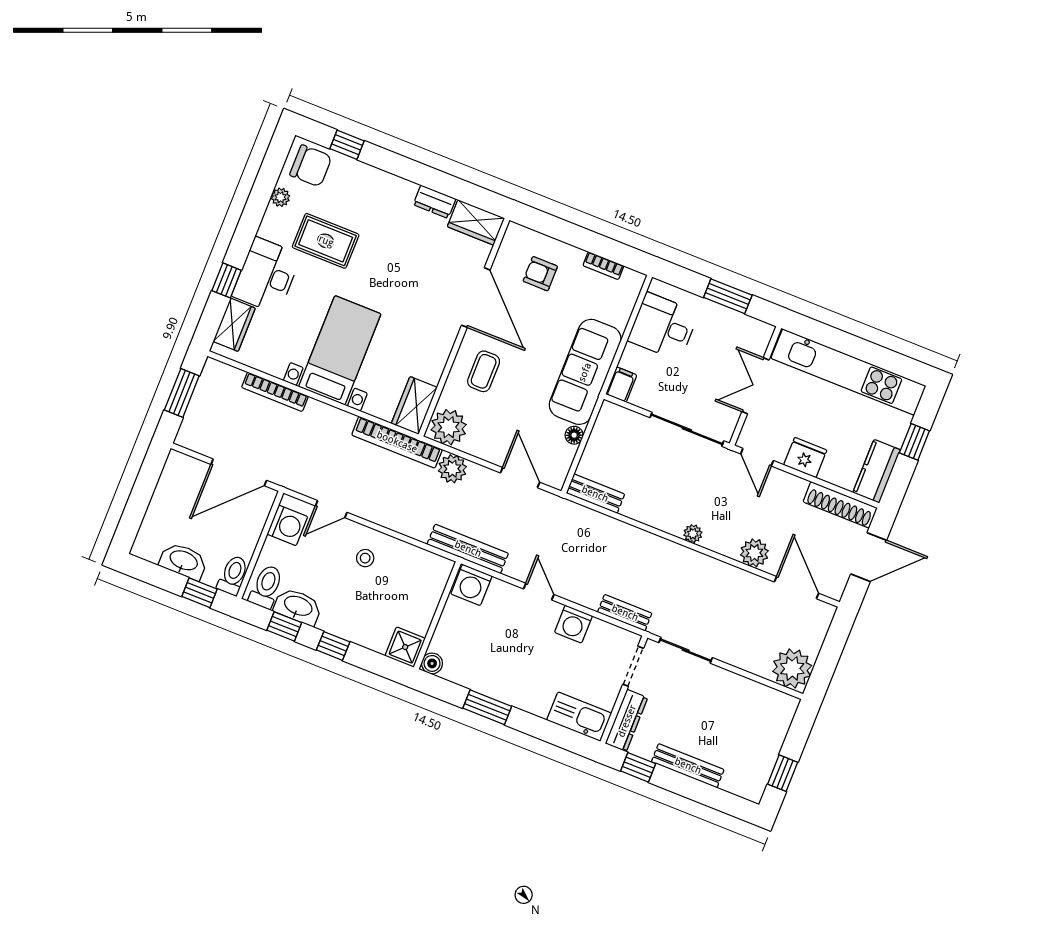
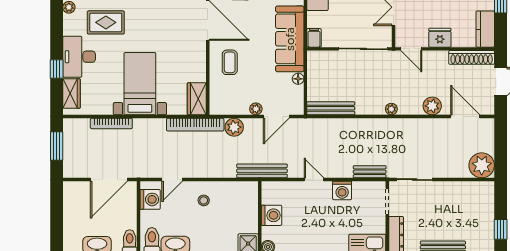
plant: (449, 427) -> (256, 109), moved, width x0.53, depth x0.53
door: (520, 478) -> (276, 117), swing flipped
bench: (595, 494) -> (331, 108), width x1.36
washing machine: (471, 585) -> (271, 215), moved, turned -90

